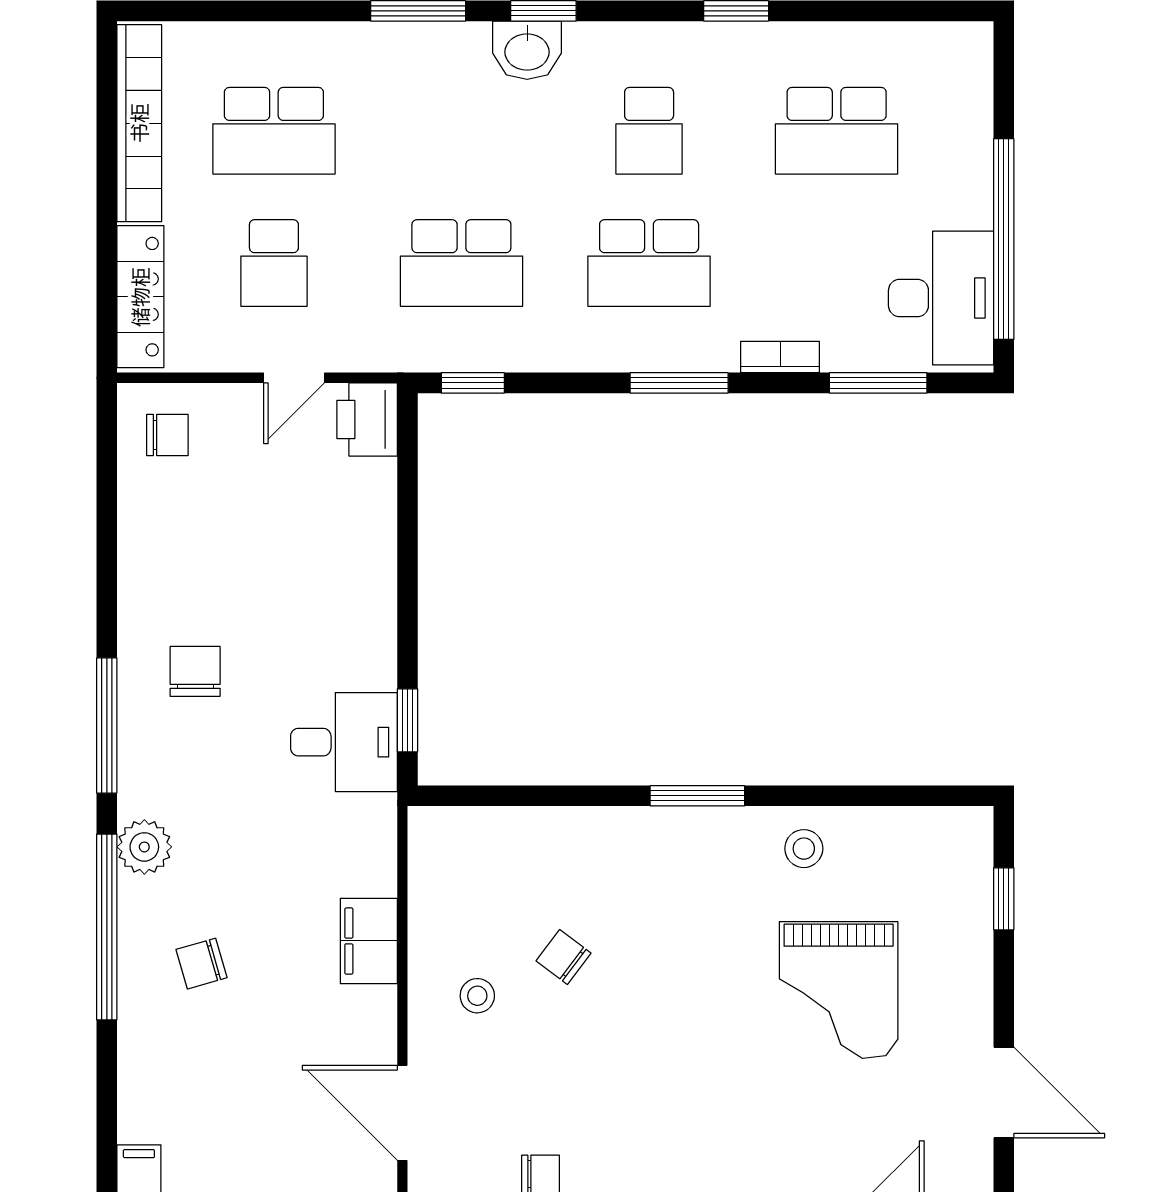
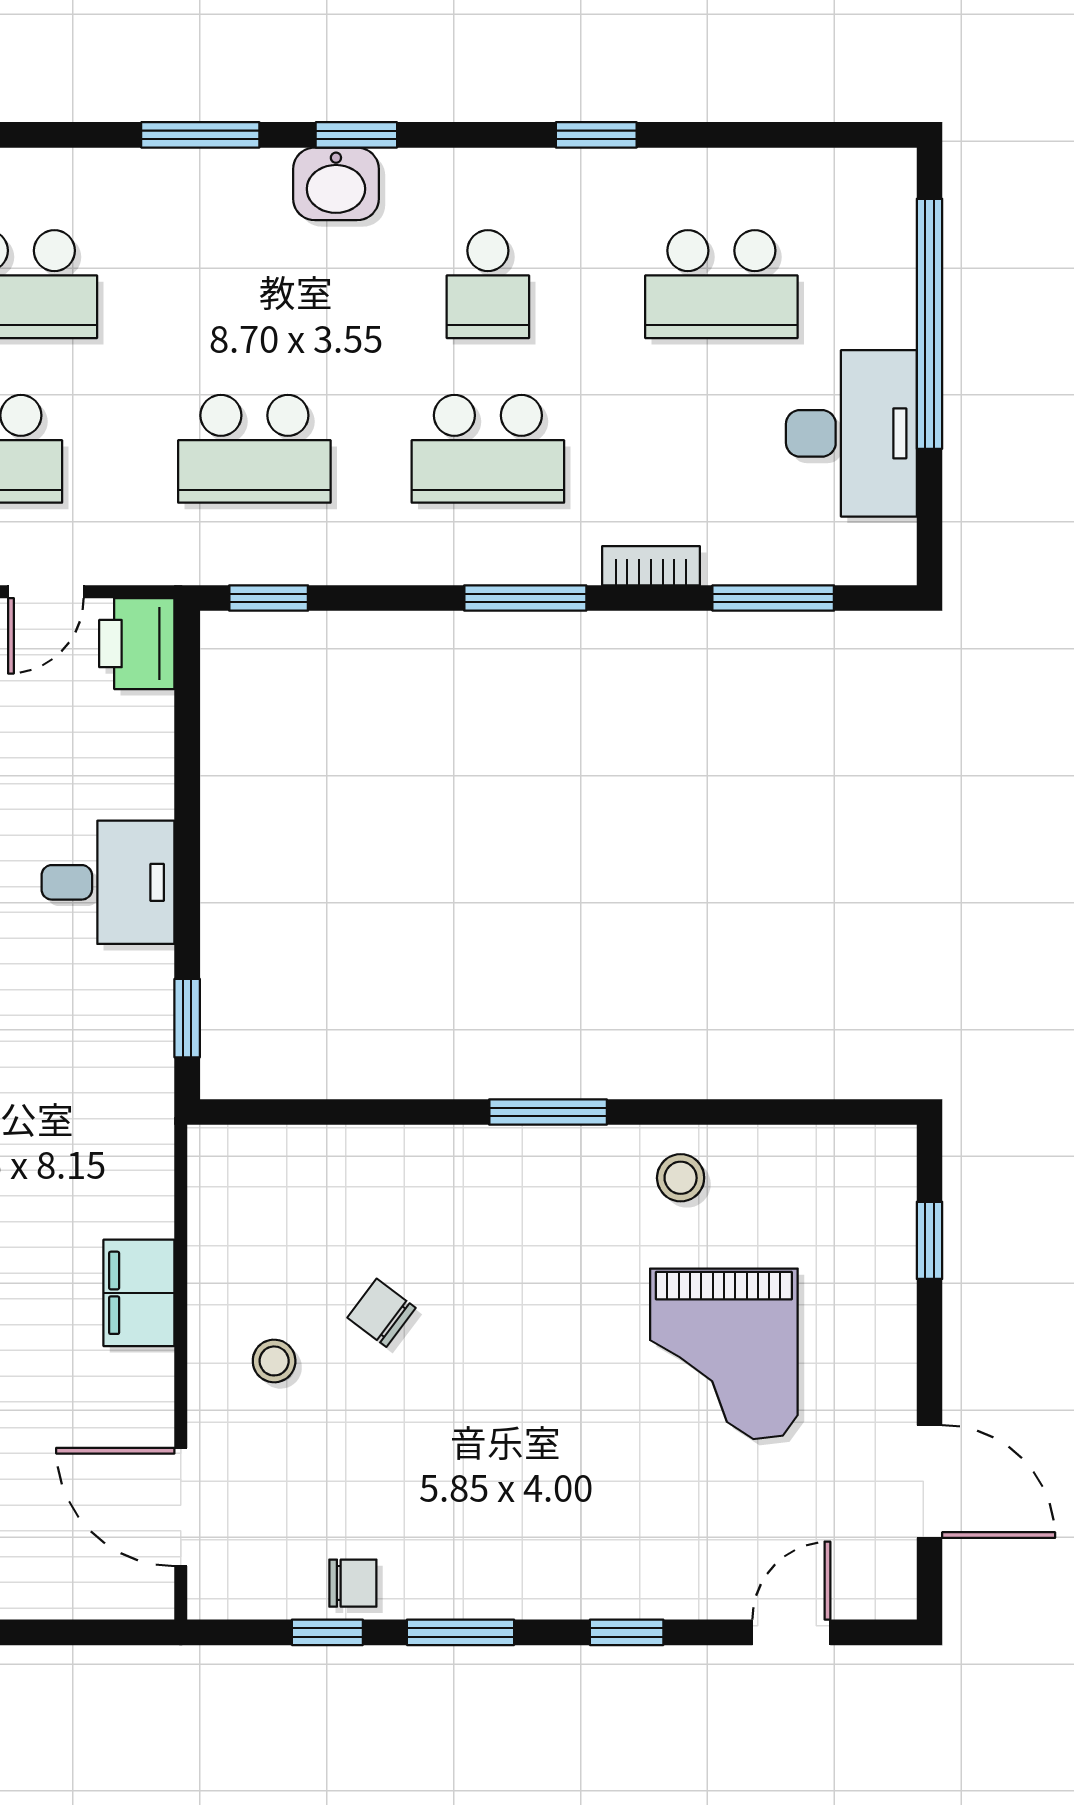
window: (1004, 239) -> (929, 324), moved
desk: (941, 298) -> (851, 433), moved
desk: (344, 742) -> (108, 882), moved

